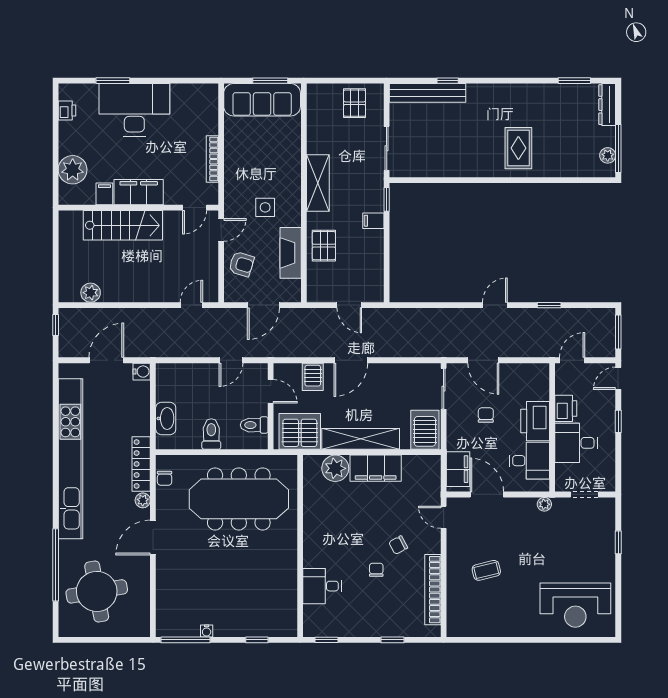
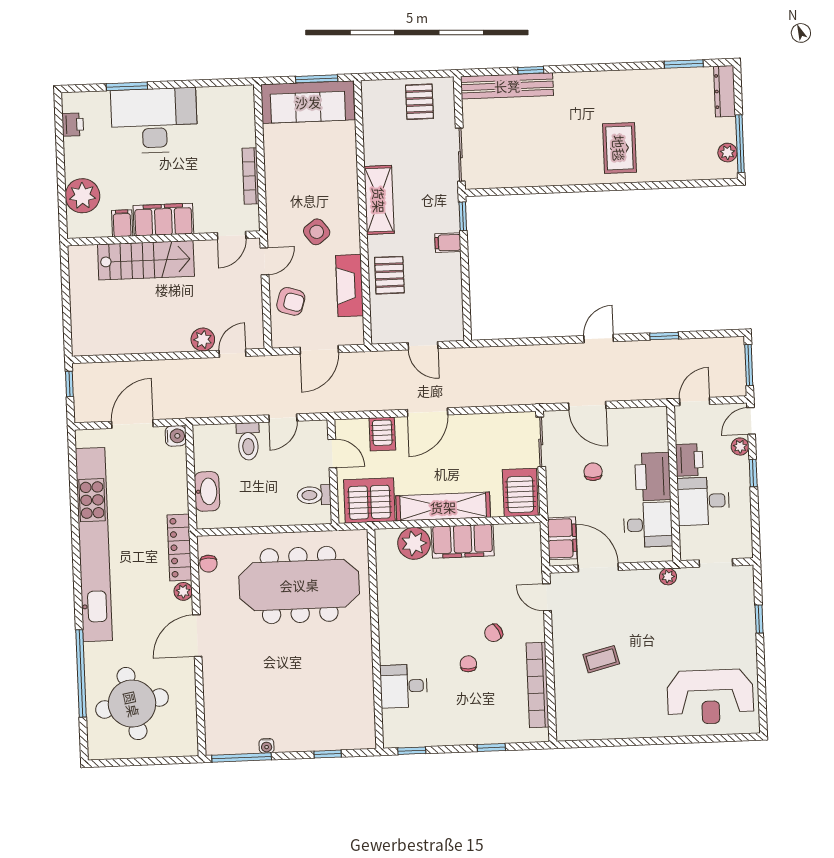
side table: (265, 207) -> (317, 232), turned -37
plant: (91, 293) -> (203, 340), moved
plant: (608, 399) -> (740, 447), added
toilet: (211, 434) -> (248, 441), moved, turned 180

